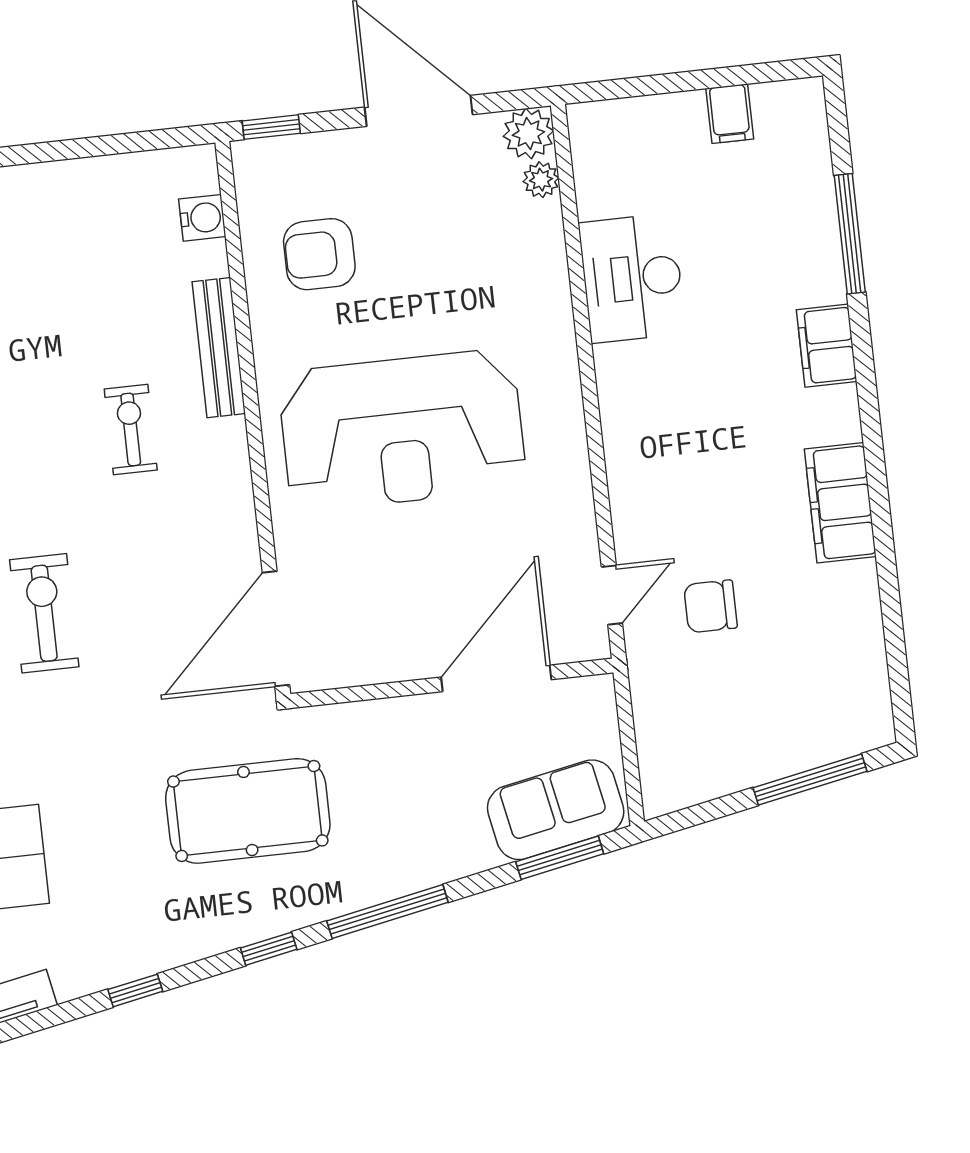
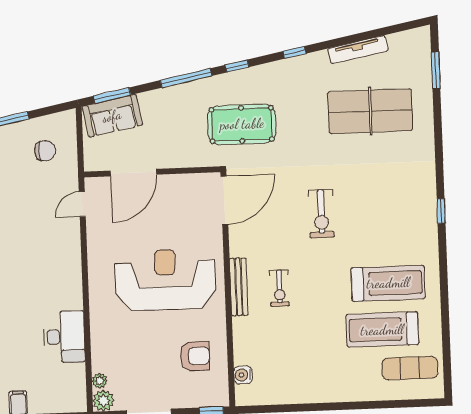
bench: (219, 348) -> (239, 287), moved
chair: (710, 606) -> (45, 151), moved

